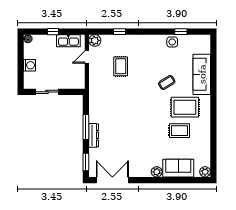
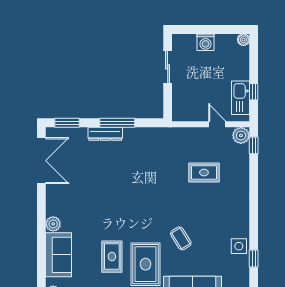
window: (53, 32) -> (254, 92), moved
window: (120, 32) -> (254, 145), moved

